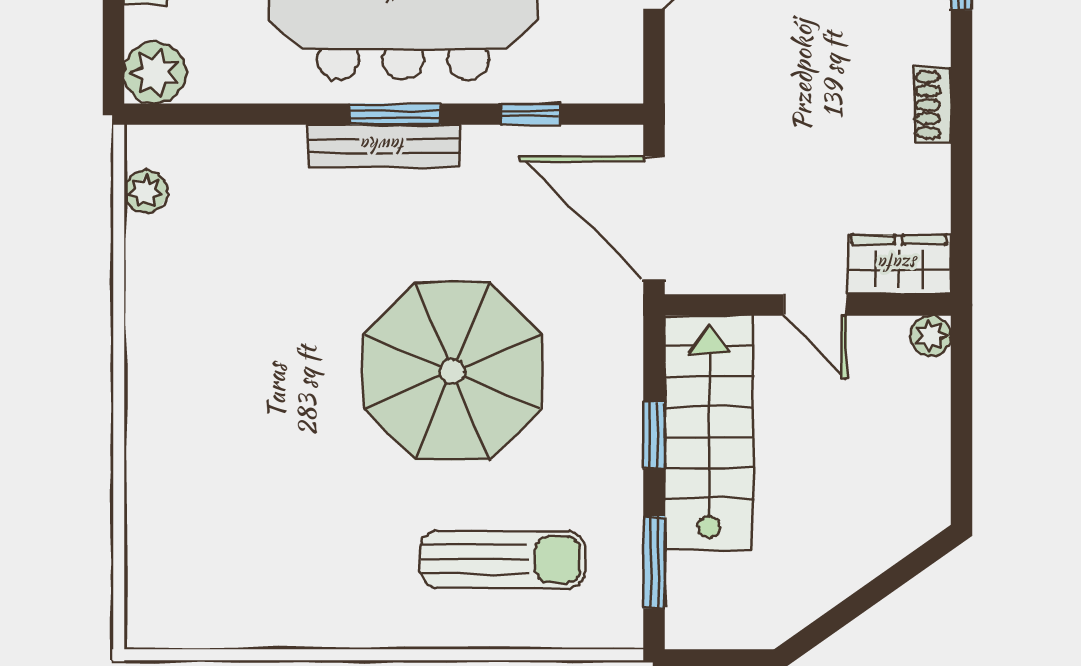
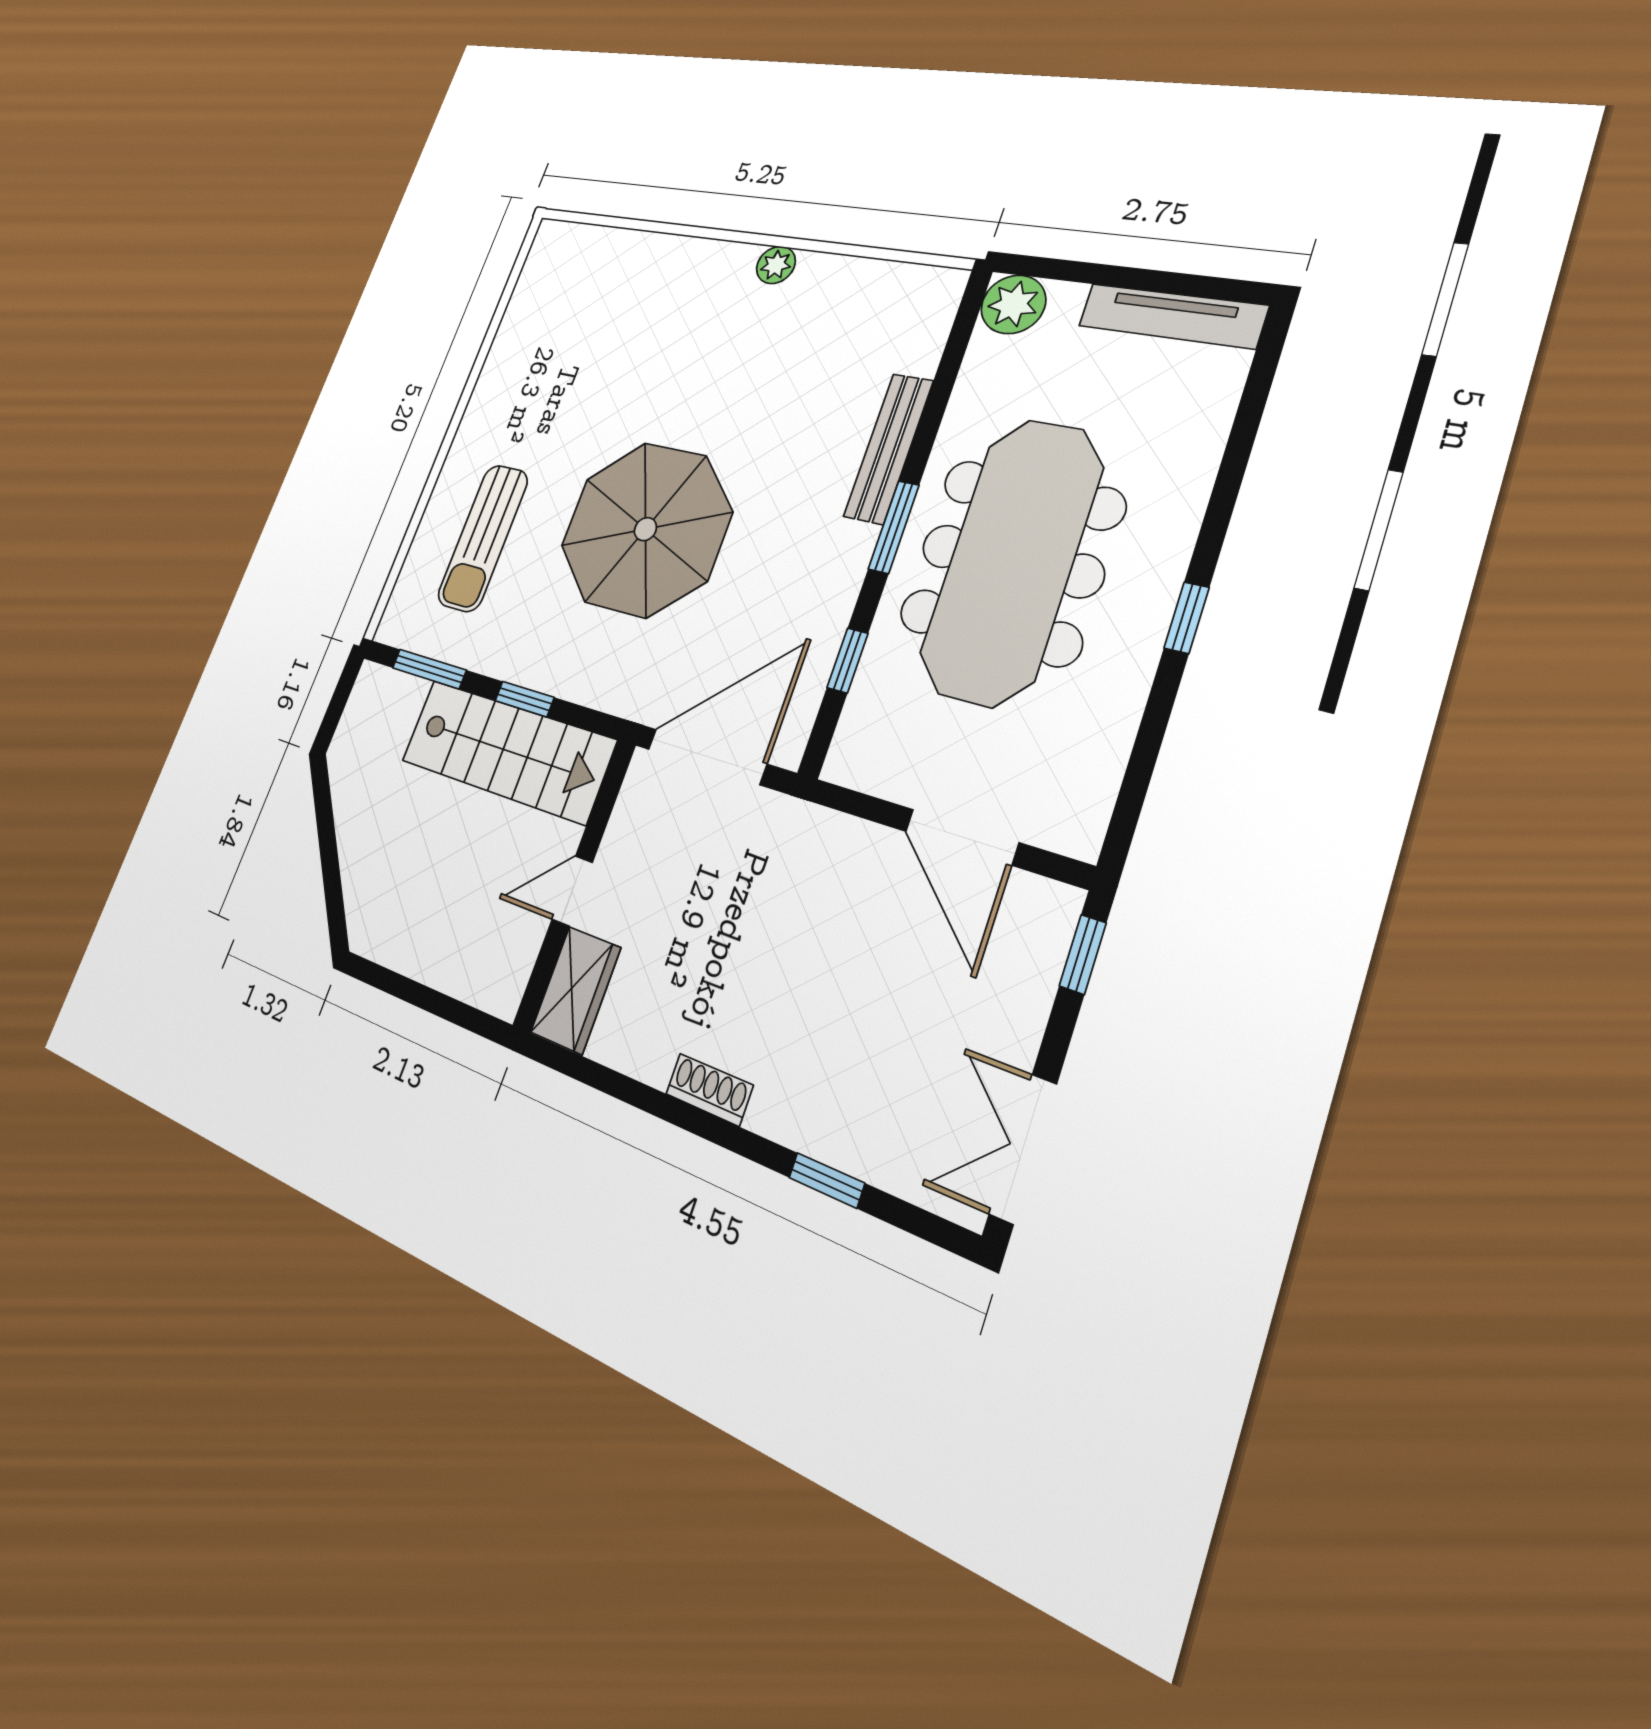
bench: (384, 146) -> (888, 448), moved
plant: (146, 191) -> (776, 265), moved
plant: (931, 336) -> (503, 997), removed

